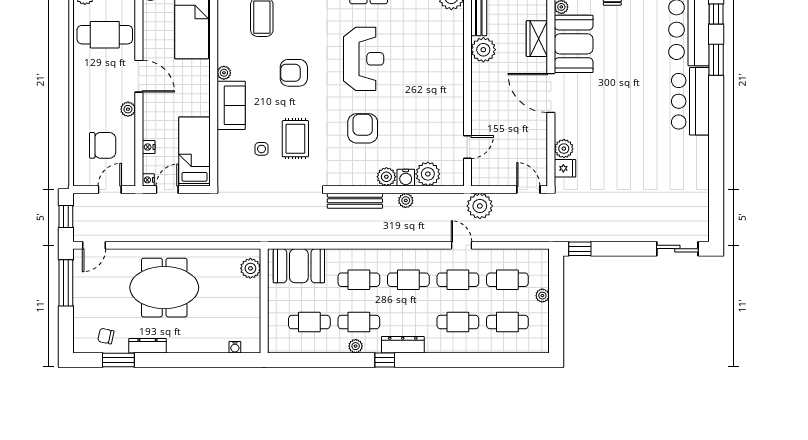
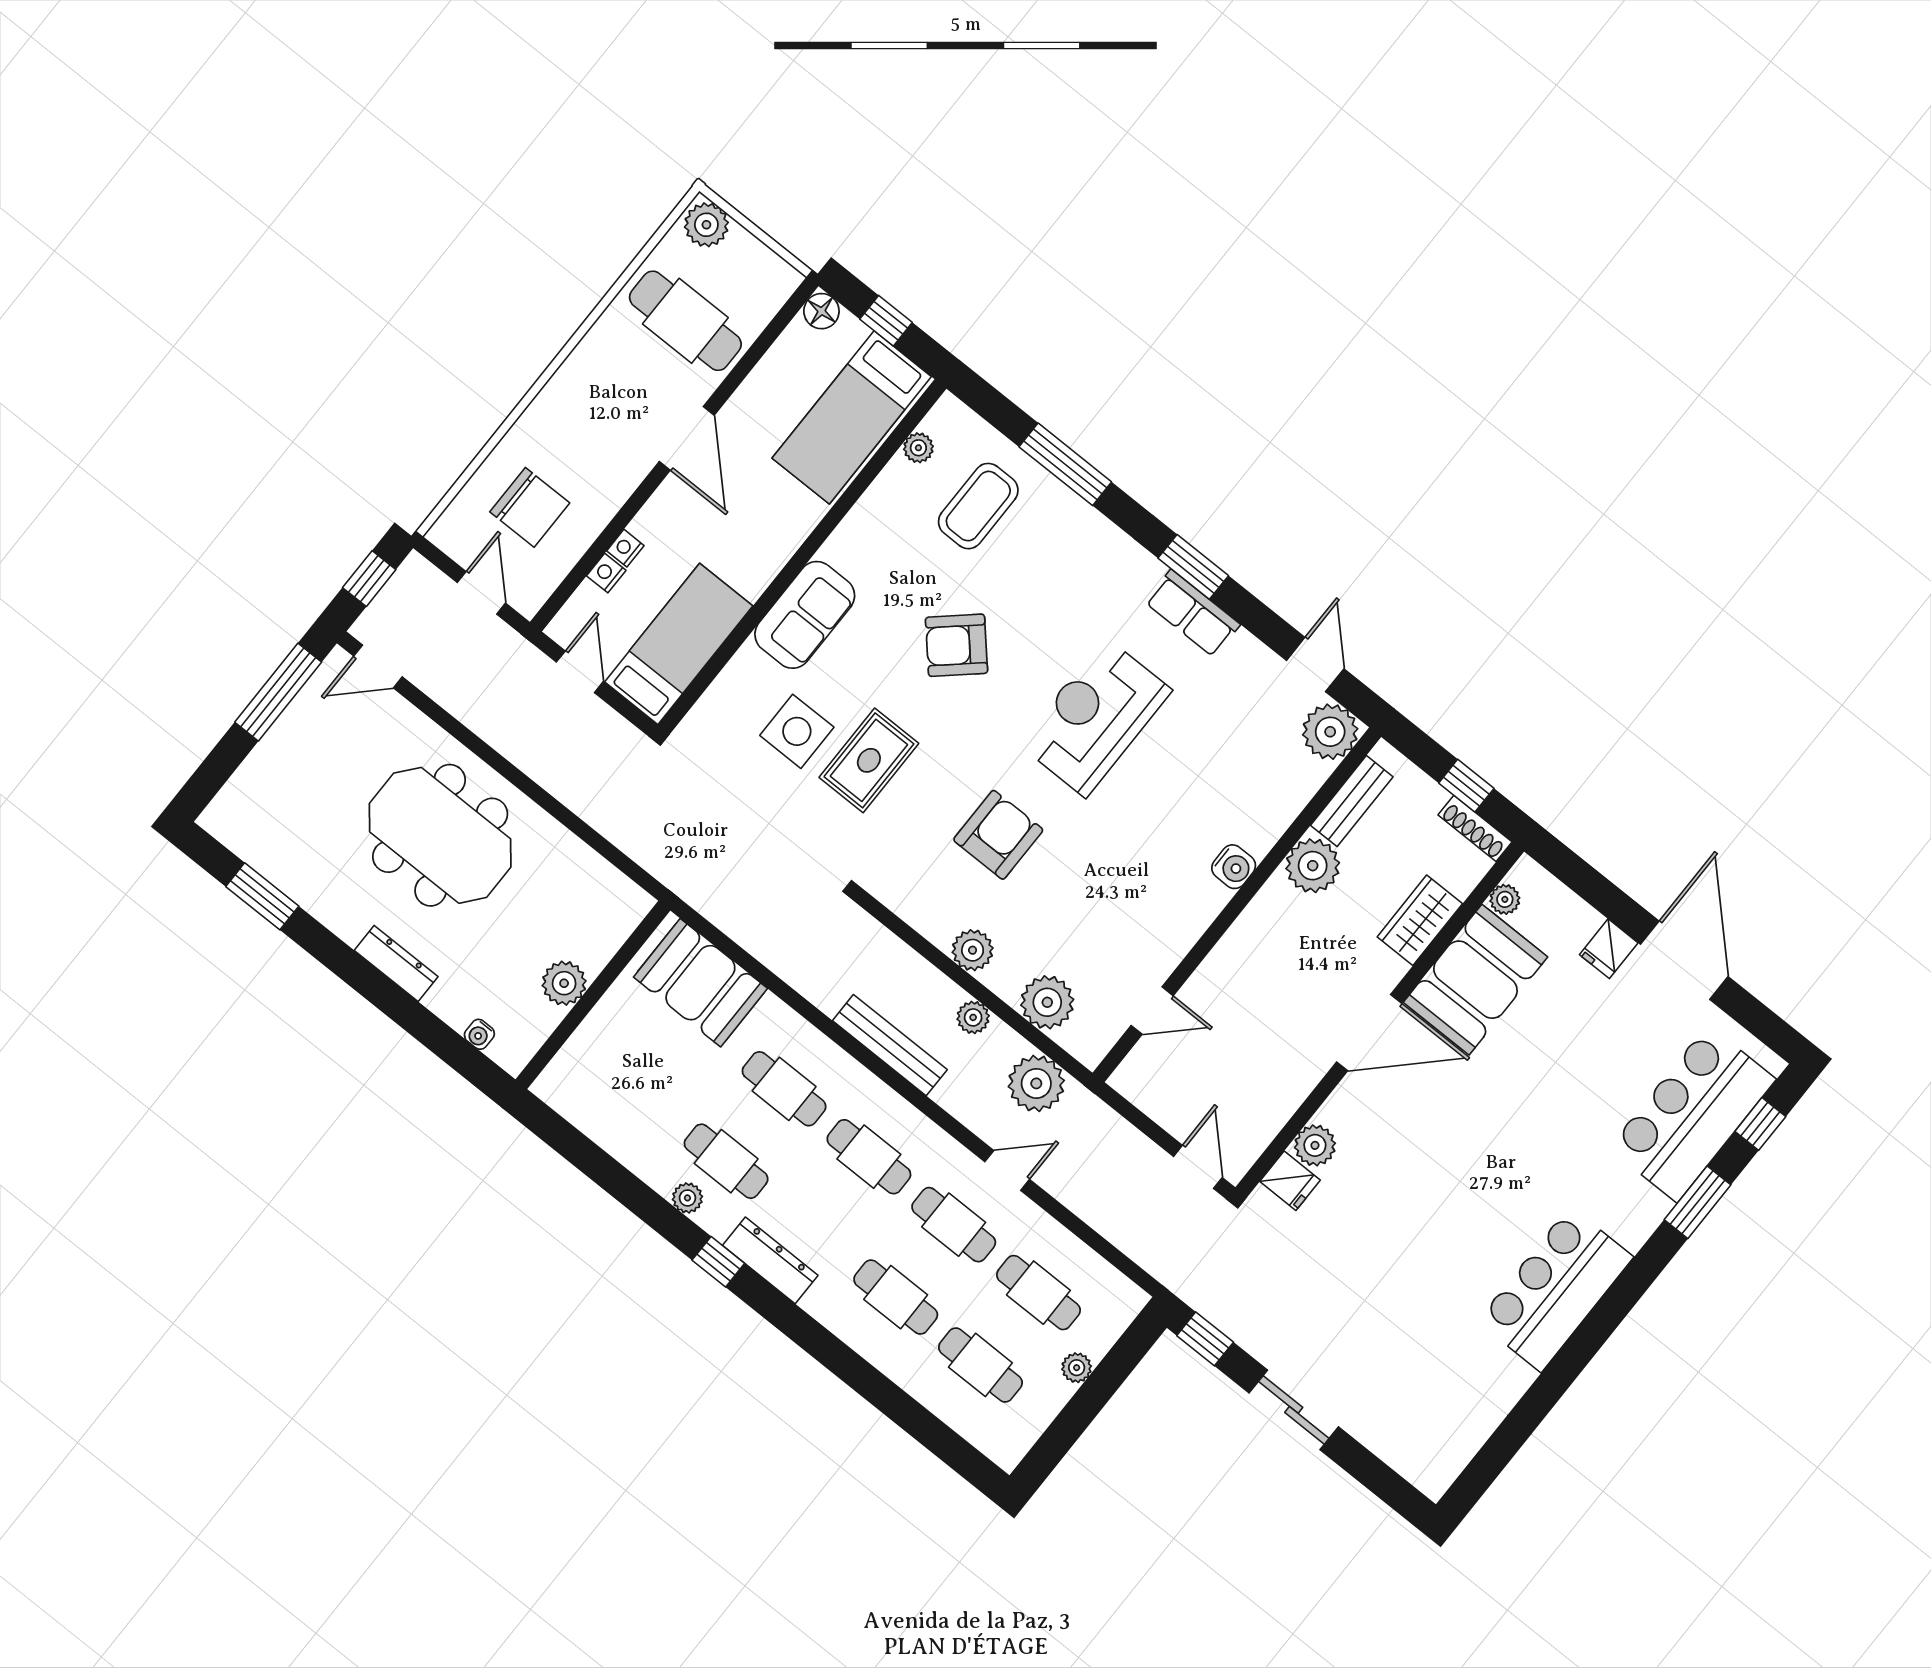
reception desk: (364, 59) -> (1095, 717), turned 180
plant: (224, 73) -> (918, 448), moved
armchair: (294, 73) -> (957, 645), turned -42
door: (551, 93) -> (1369, 1033), swing flipped
bar counter: (690, 101) -> (1555, 1289), moved
plant: (128, 109) -> (623, 480), removed
side table: (261, 149) -> (797, 731), width x1.87, depth x1.87
water cooler: (406, 178) -> (1234, 867), moved, turned -90
nightstand: (148, 180) -> (625, 548), moved
door: (110, 190) -> (481, 593), hinge flipped
door: (167, 190) -> (580, 672), hinge flipped
bench: (355, 201) -> (890, 1045), moved
plant: (480, 206) -> (1036, 1083), moved
door: (461, 245) -> (1007, 1171), hinge flipped
sliding door: (677, 249) -> (1294, 1410), moved
plant: (250, 268) -> (564, 983), moved
cafe table: (309, 322) -> (641, 1093), removed
chair: (106, 336) -> (274, 838), removed
dresser: (147, 346) -> (396, 963), moved

